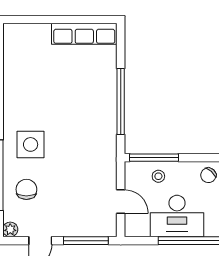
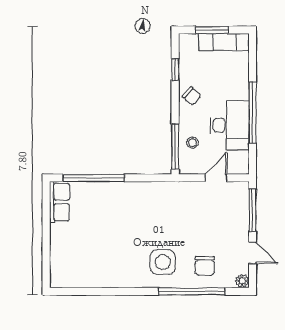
row of seats: (84, 34) -> (59, 202), width x0.68
window: (121, 102) -> (94, 178), moved
chair: (26, 189) -> (205, 266), turned -90

